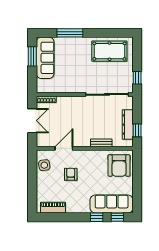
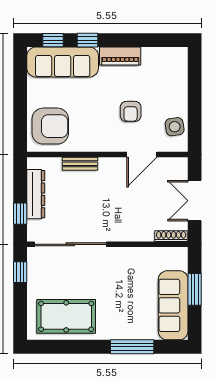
window: (32, 56) -> (195, 289), moved
window: (137, 130) -> (20, 214), moved
armchair: (119, 166) -> (50, 126), turned 90
piano: (53, 208) -> (120, 56), moved

